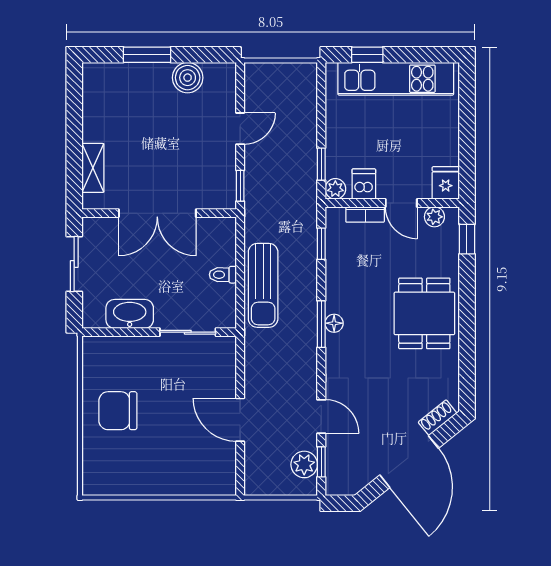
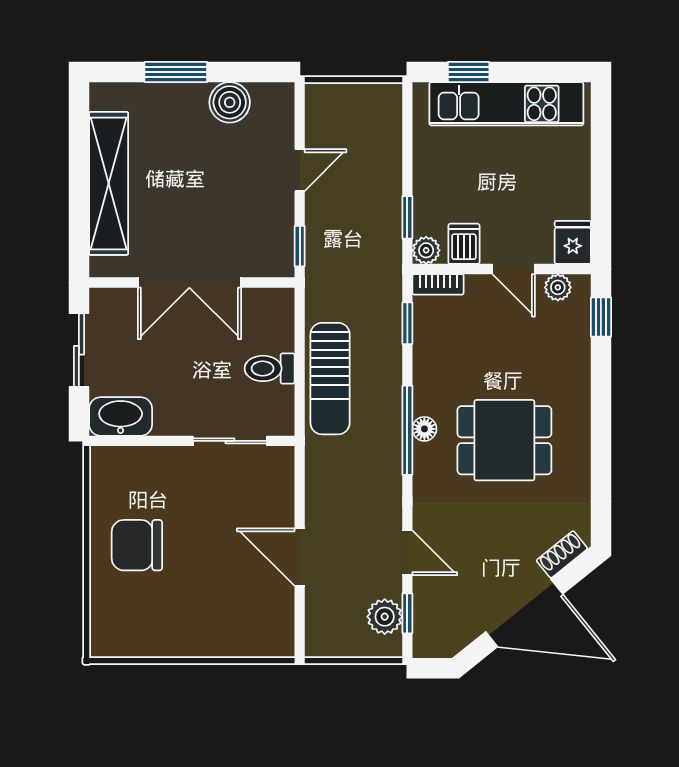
shelving: (93, 168) -> (109, 183), width x2.20, depth x1.33
bookcase: (365, 215) -> (438, 284), moved
toilet: (223, 275) -> (270, 368), width x1.37, depth x1.39
dining table: (424, 313) -> (504, 440), moved, turned 90
washbasin: (130, 314) -> (121, 417), moved
window: (321, 324) -> (407, 430), width x1.44
door: (409, 462) -> (524, 613), hinge flipped

